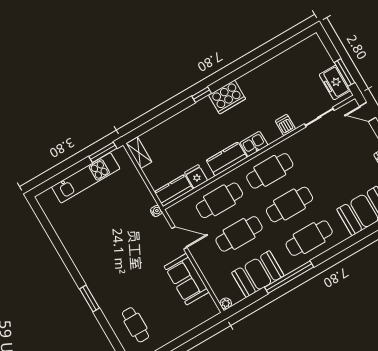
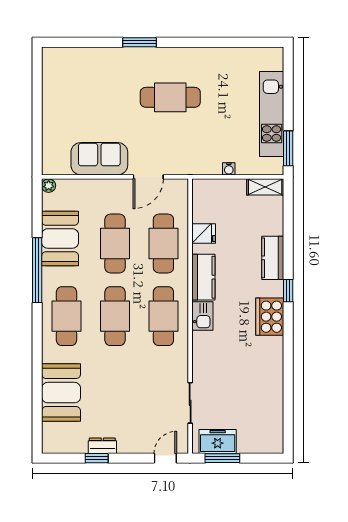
dishwasher: (285, 125) -> (203, 362), removed
kitchen counter: (174, 190) -> (273, 258), moved, turned 180
water cooler: (156, 211) -> (229, 169), moved
cafe table: (135, 325) -> (170, 97), moved, width x1.37, depth x1.35

